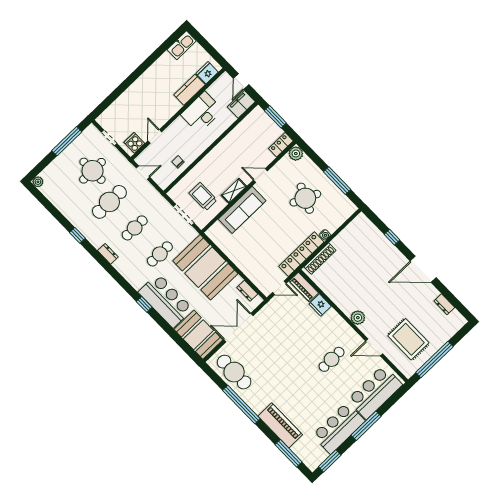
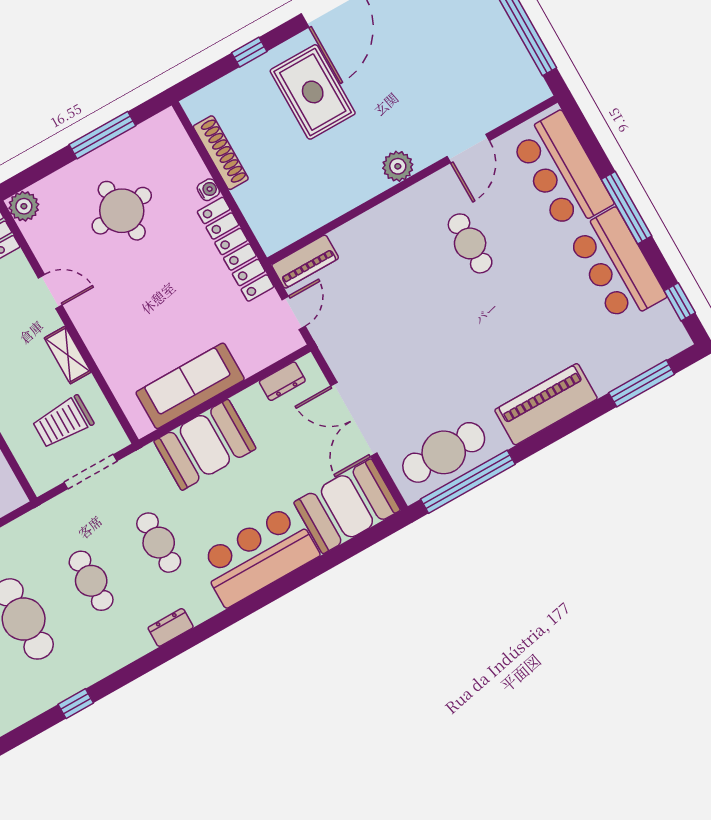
door: (260, 175) -> (50, 291), swing flipped
round table: (305, 198) -> (122, 211), turned -30
sofa: (242, 210) -> (190, 386), moved, turned -90
dresser: (108, 254) -> (171, 627), moved
shoe rack: (320, 259) -> (221, 153), moved
booth: (205, 267) -> (205, 445), width x0.73, depth x0.70
window: (144, 304) -> (255, 602), removed
fridge: (320, 305) -> (351, 238), removed
rug: (408, 339) -> (313, 92), moved, turned 90
window: (241, 405) -> (468, 482), moved
piano: (280, 425) -> (546, 404), moved
window: (330, 461) -> (680, 302), width x0.67

